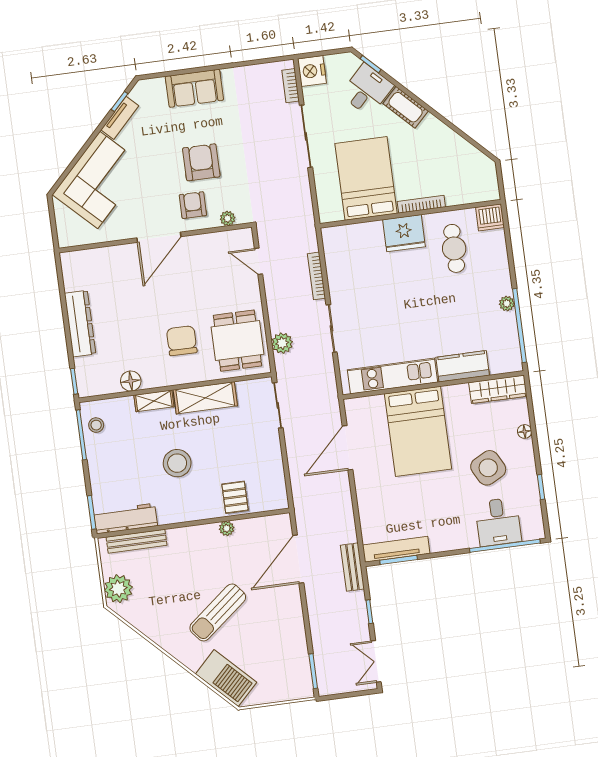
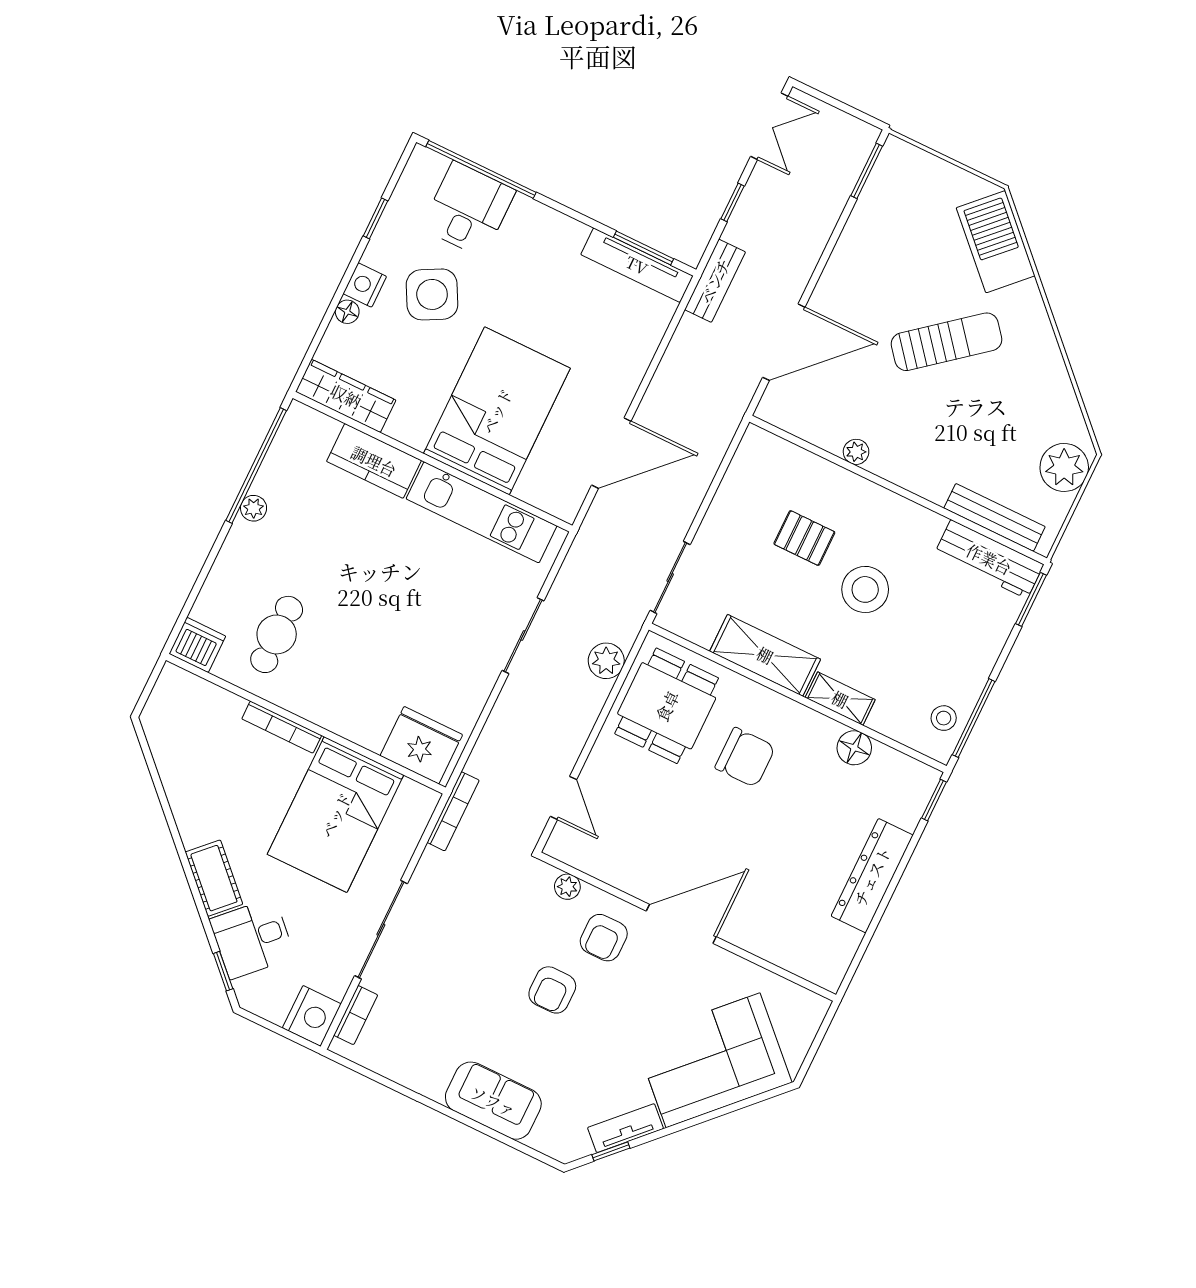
armchair: (201, 162) -> (552, 990), width x0.72, depth x0.72
fridge: (404, 233) -> (421, 745), moved
bookcase: (317, 276) -> (453, 811), moved
chair: (182, 341) -> (745, 757), turned -90
nightstand: (525, 451) -> (365, 285), added
pallet: (235, 497) -> (804, 538), moved, turned 90

